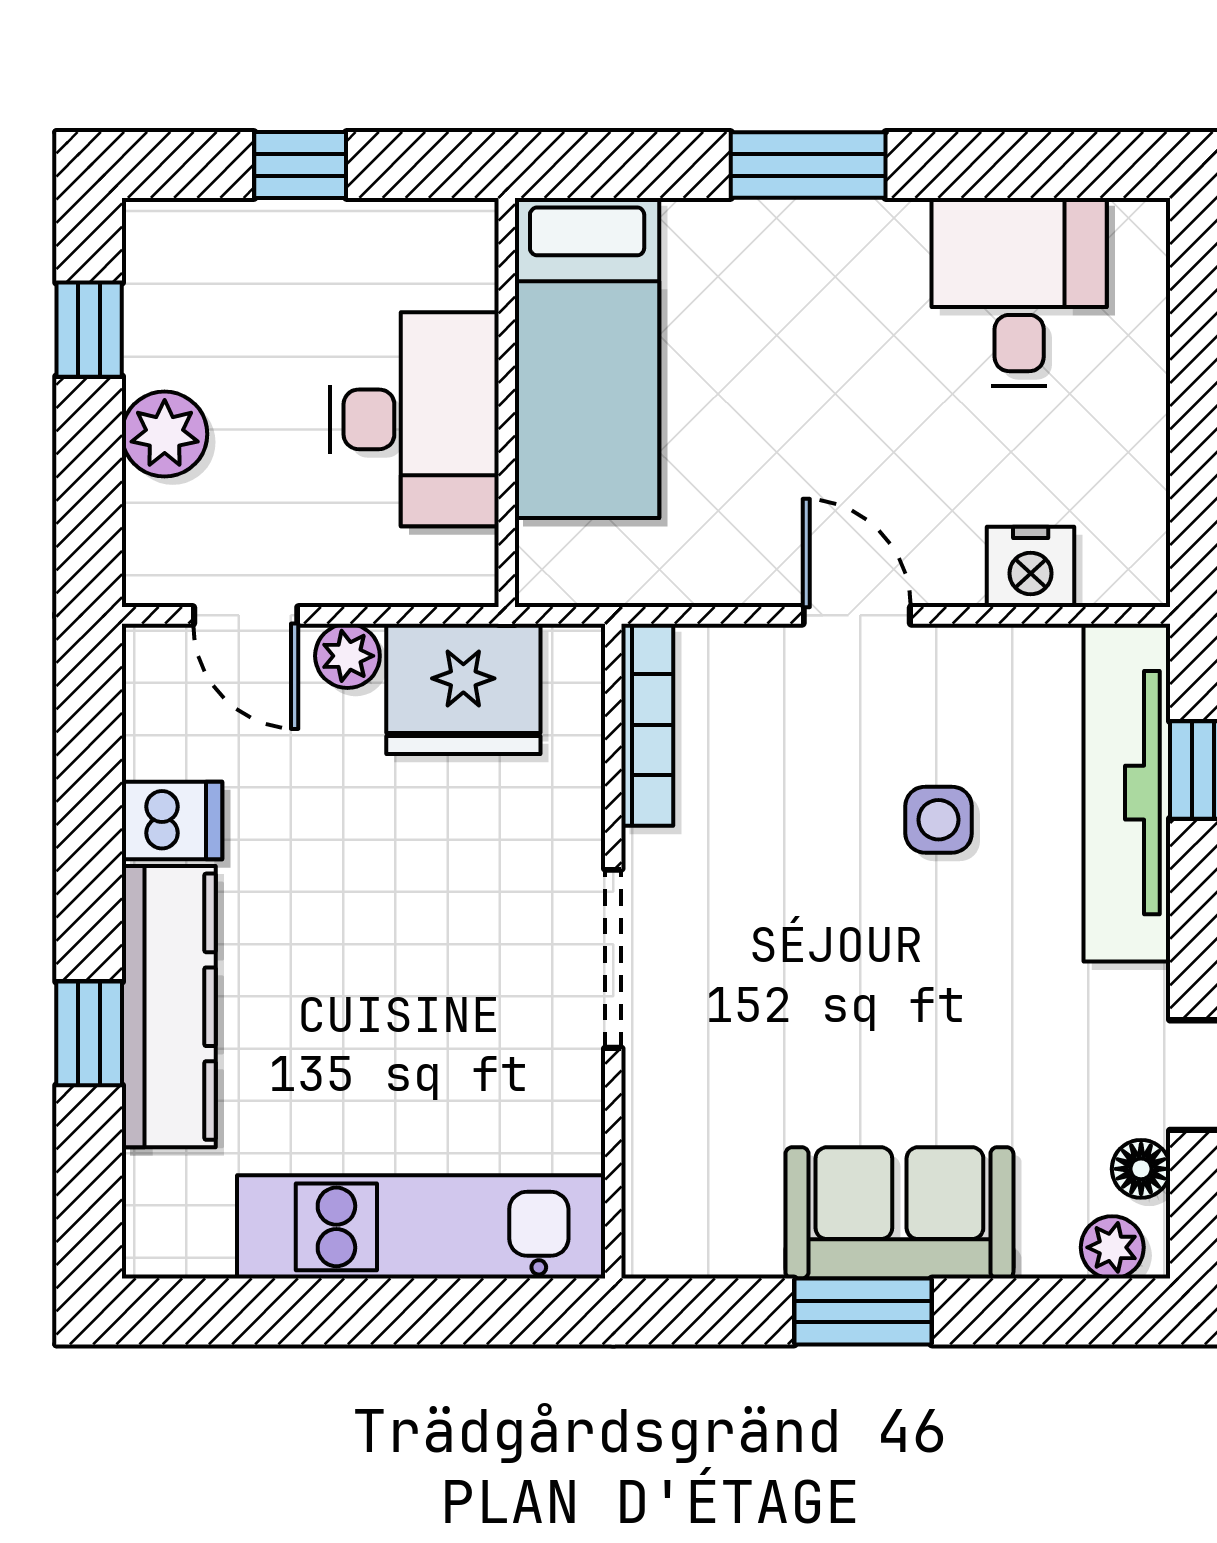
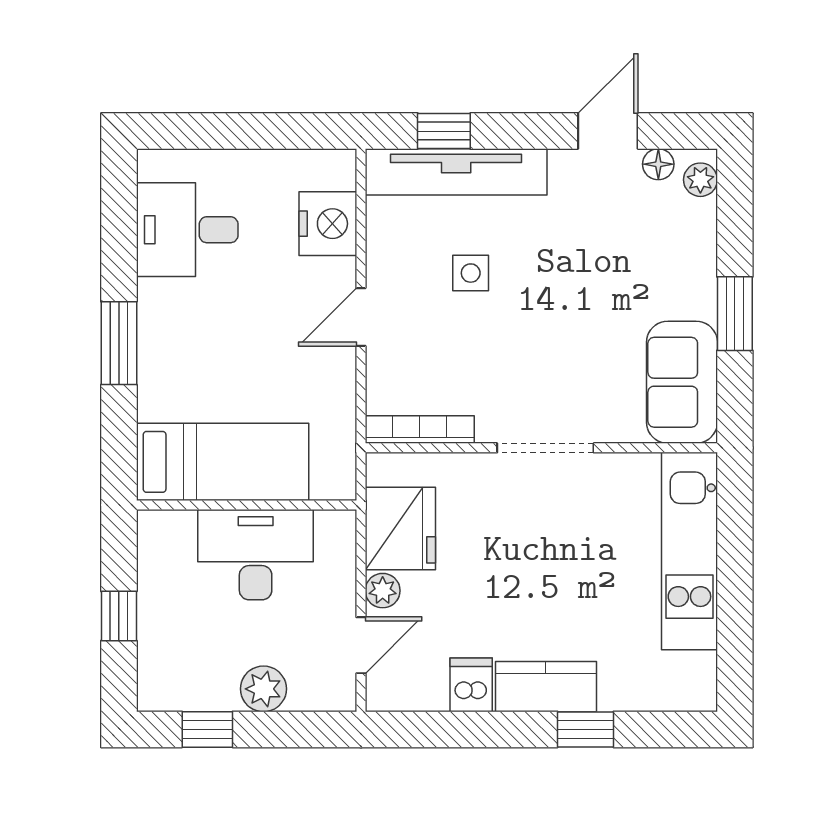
nightstand: (1031, 567) -> (328, 224), width x1.36, depth x1.33
kitchen counter: (169, 1007) -> (546, 687), width x0.67
sofa: (899, 1213) -> (682, 382), moved

